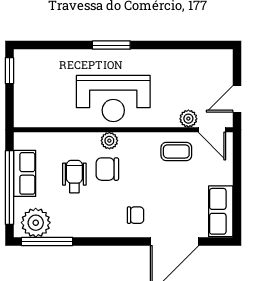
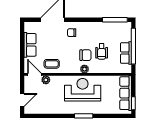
row of seats: (25, 91) -> (126, 93), added
door: (237, 99) -> (22, 100), moved
row of seats: (221, 211) -> (30, 45), moved
plant: (36, 223) -> (120, 29), removed

